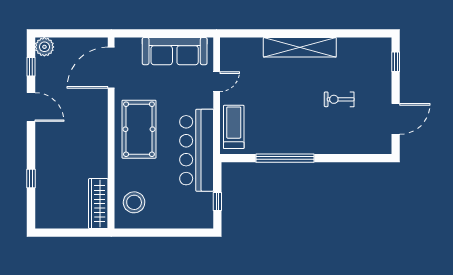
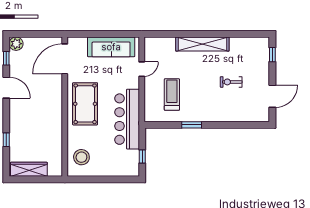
treadmill: (234, 127) -> (172, 94), moved
window: (285, 158) -> (192, 125), width x0.47
wardrobe: (98, 204) -> (29, 169), moved, turned 90

